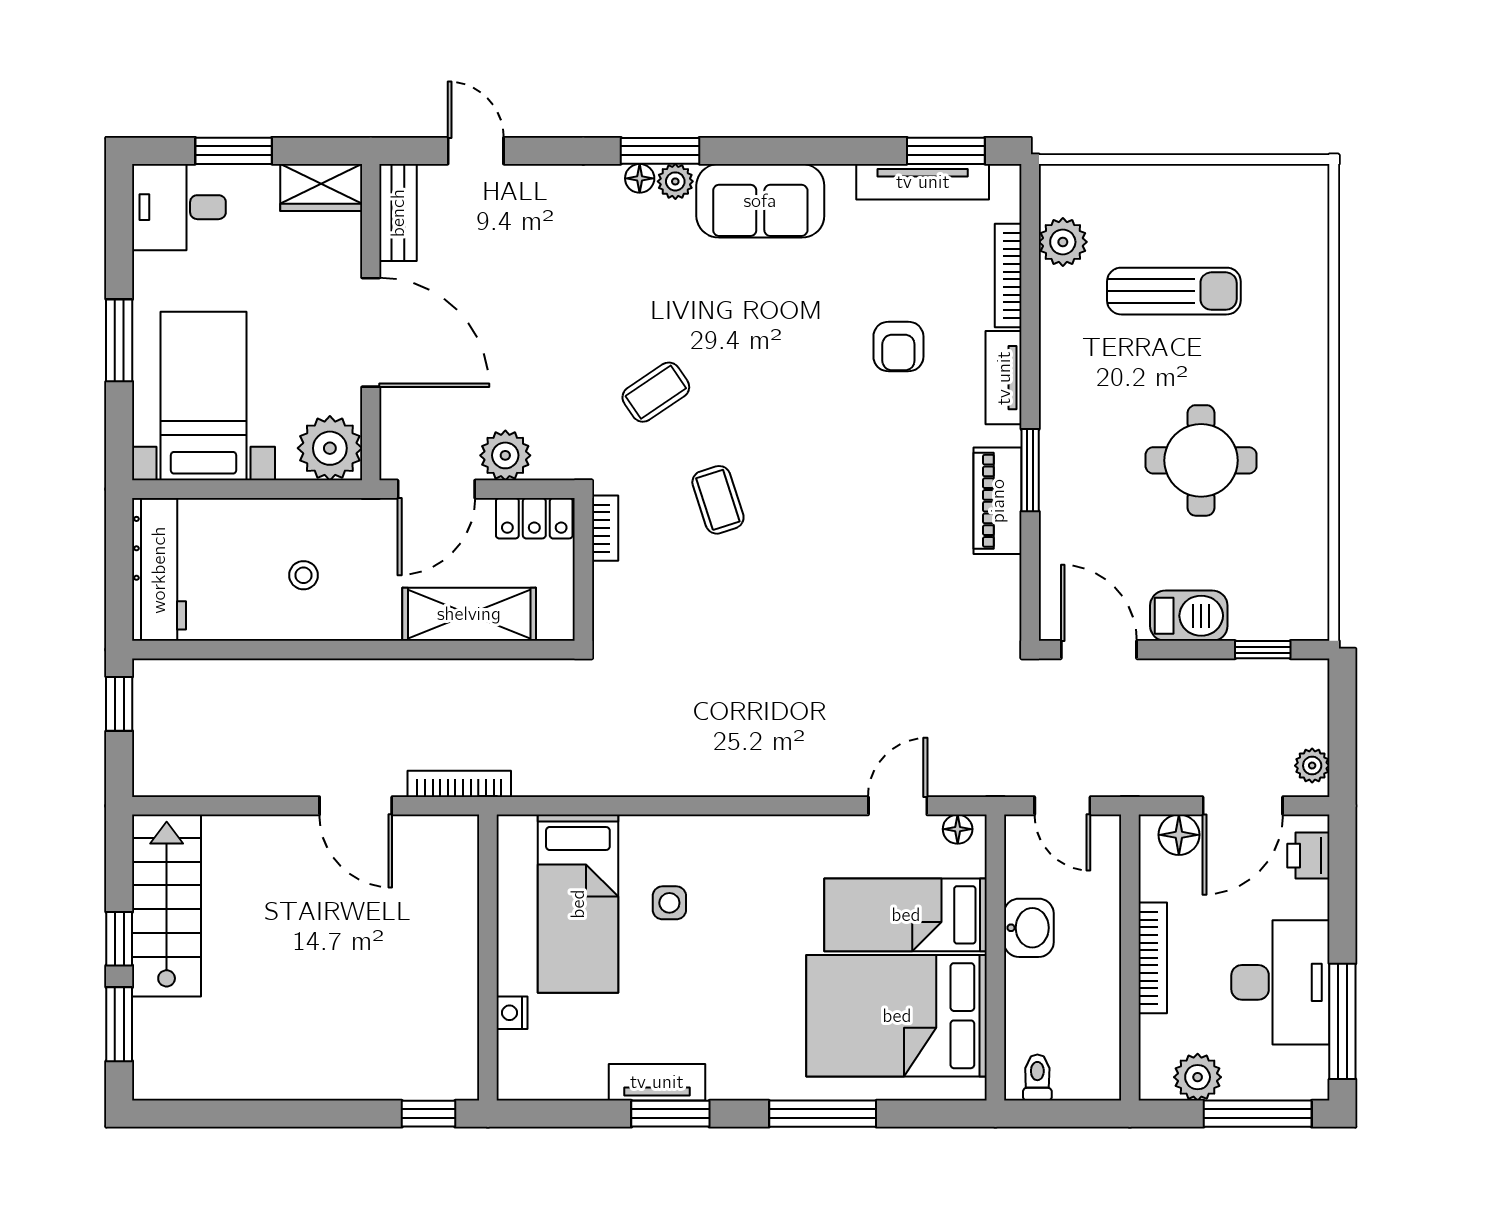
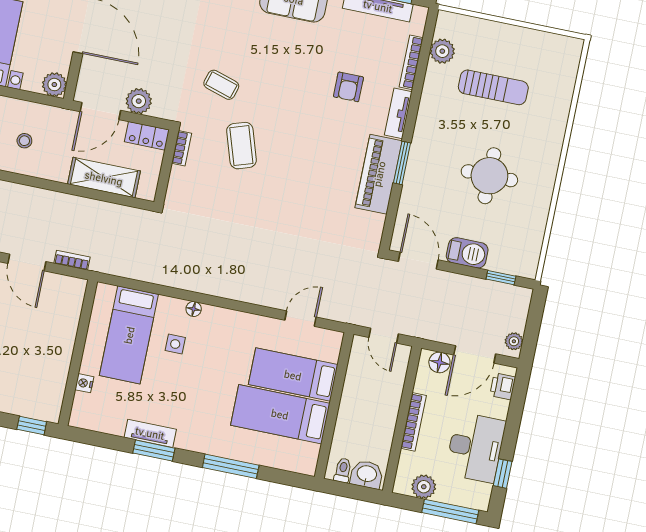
coffee table: (656, 392) -> (221, 85), turned 51
plant: (330, 448) -> (54, 85), width x0.73, depth x0.73
coffee table: (718, 500) -> (241, 146), width x1.36, depth x1.30
piano: (998, 501) -> (379, 174), width x1.37, depth x1.33
bookcase: (459, 784) -> (72, 260), width x0.64
floor lamp: (958, 829) -> (194, 309), moved
washbasin: (1029, 928) -> (367, 474), moved, turned -90
bed: (897, 1016) -> (280, 414), width x0.67
window: (1342, 1021) -> (503, 474), width x0.46

